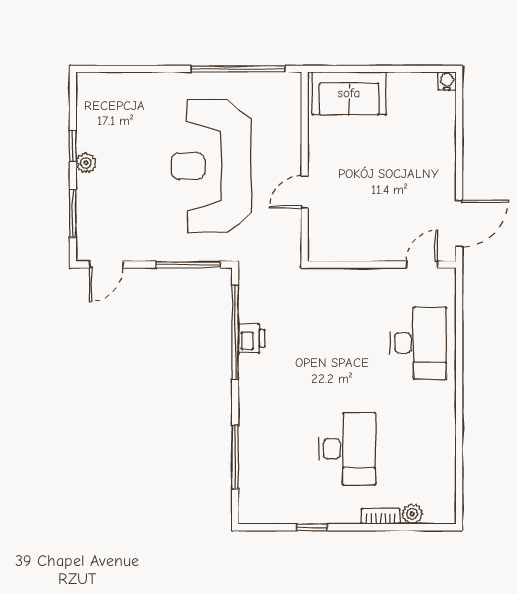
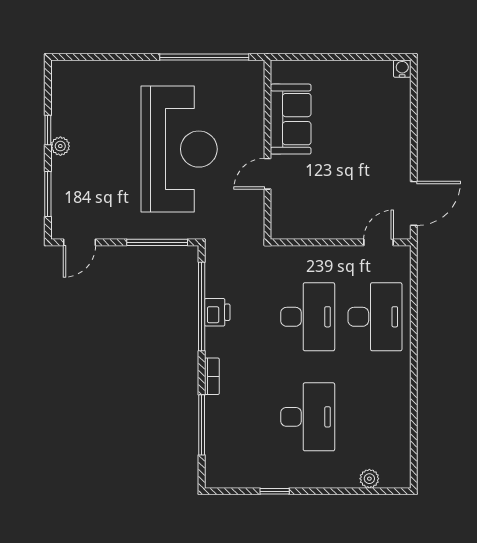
sofa: (349, 93) -> (291, 119), moved, turned -90
reception desk: (211, 166) -> (179, 149), turned 180
desk: (347, 343) -> (308, 317), added
bookcase: (381, 516) -> (212, 376), moved, turned 90

